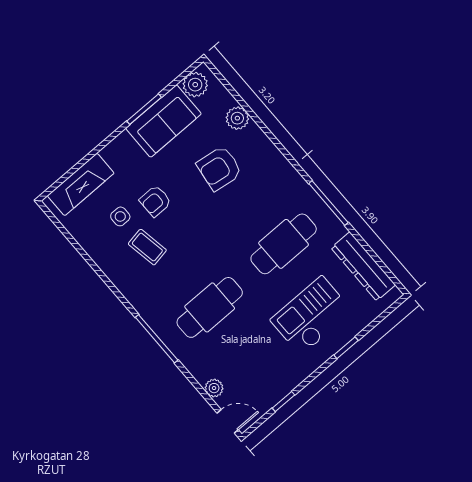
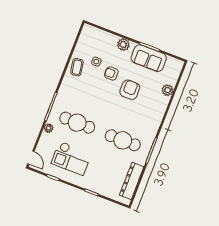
plant: (195, 85) -> (123, 45), moved
armchair: (219, 168) -> (130, 90), moved, turned 82
fireplace: (81, 184) -> (101, 37), removed
coffee table: (147, 247) -> (77, 67), moved
checkout: (311, 316) -> (71, 158), moved, turned 180
plant: (214, 388) -> (49, 128), moved

